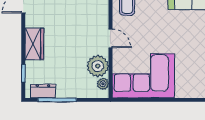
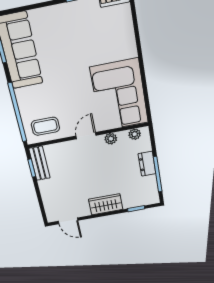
plant: (98, 66) -> (111, 139), width x0.53, depth x0.53
dresser: (43, 91) -> (147, 164), moved

